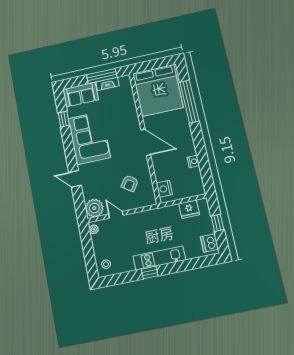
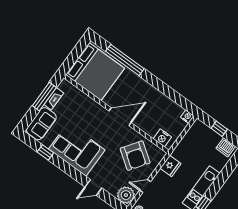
nightstand: (193, 161) -> (187, 117), moved
armchair: (130, 183) -> (135, 156), width x1.88, depth x1.88
fridge: (189, 209) -> (171, 166), moved

